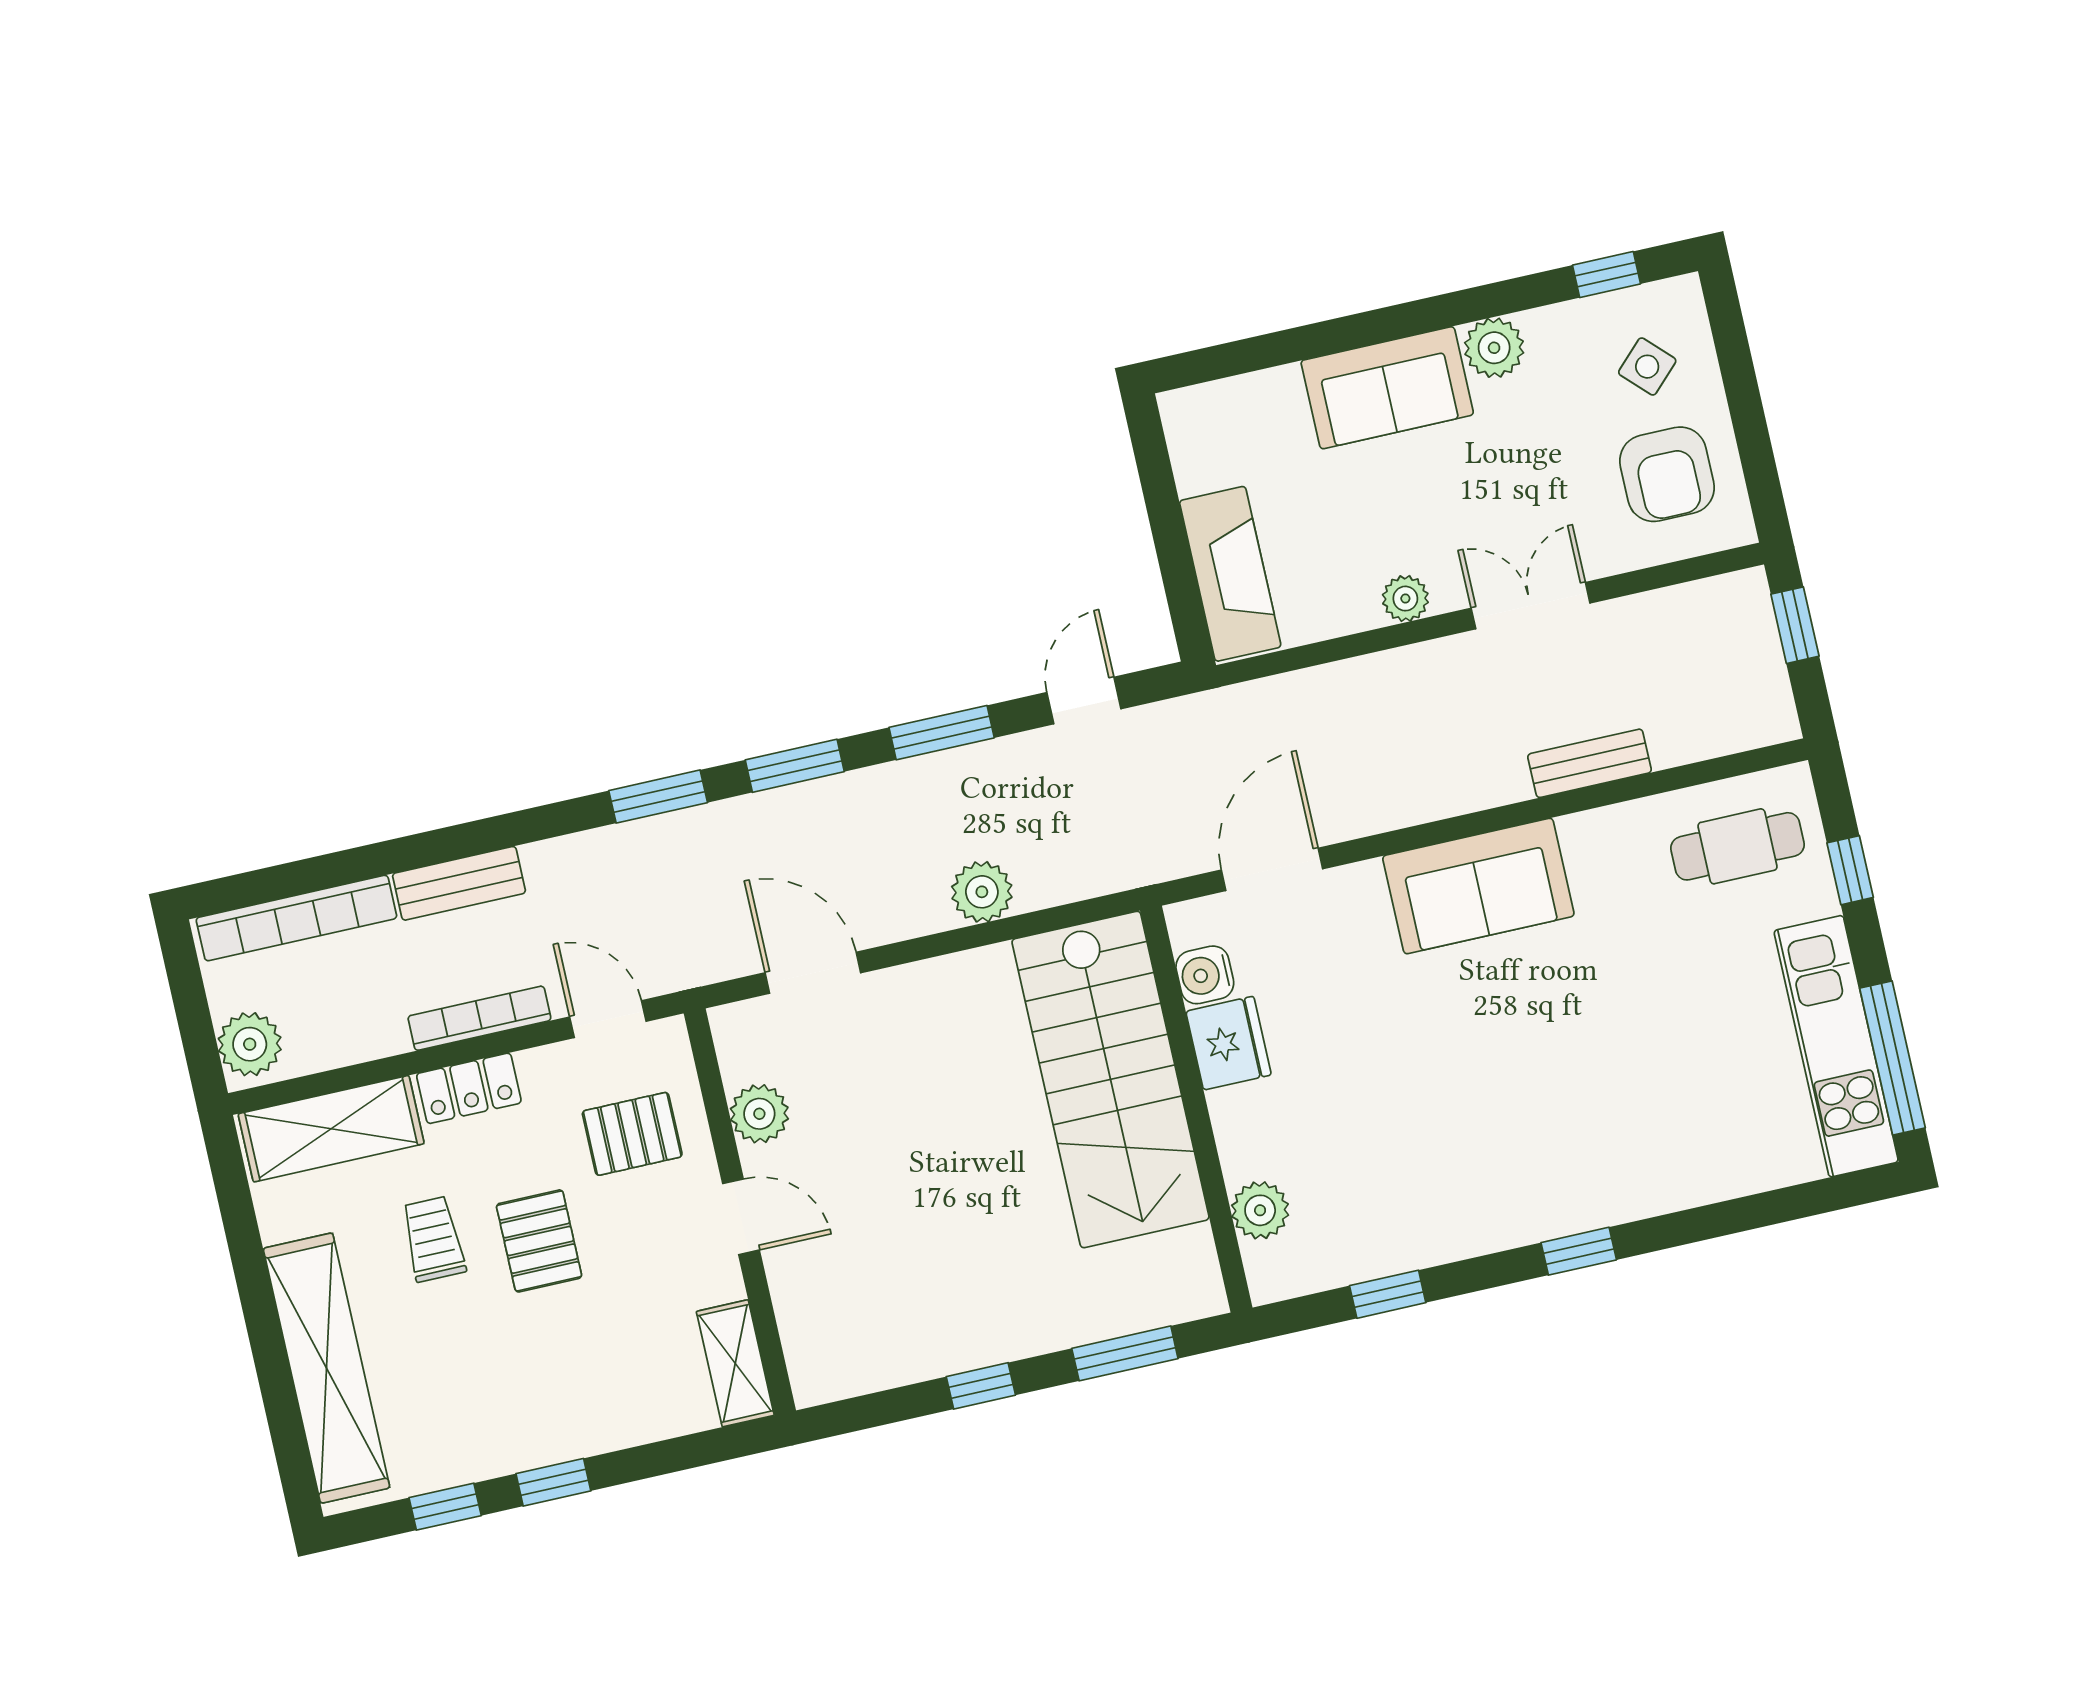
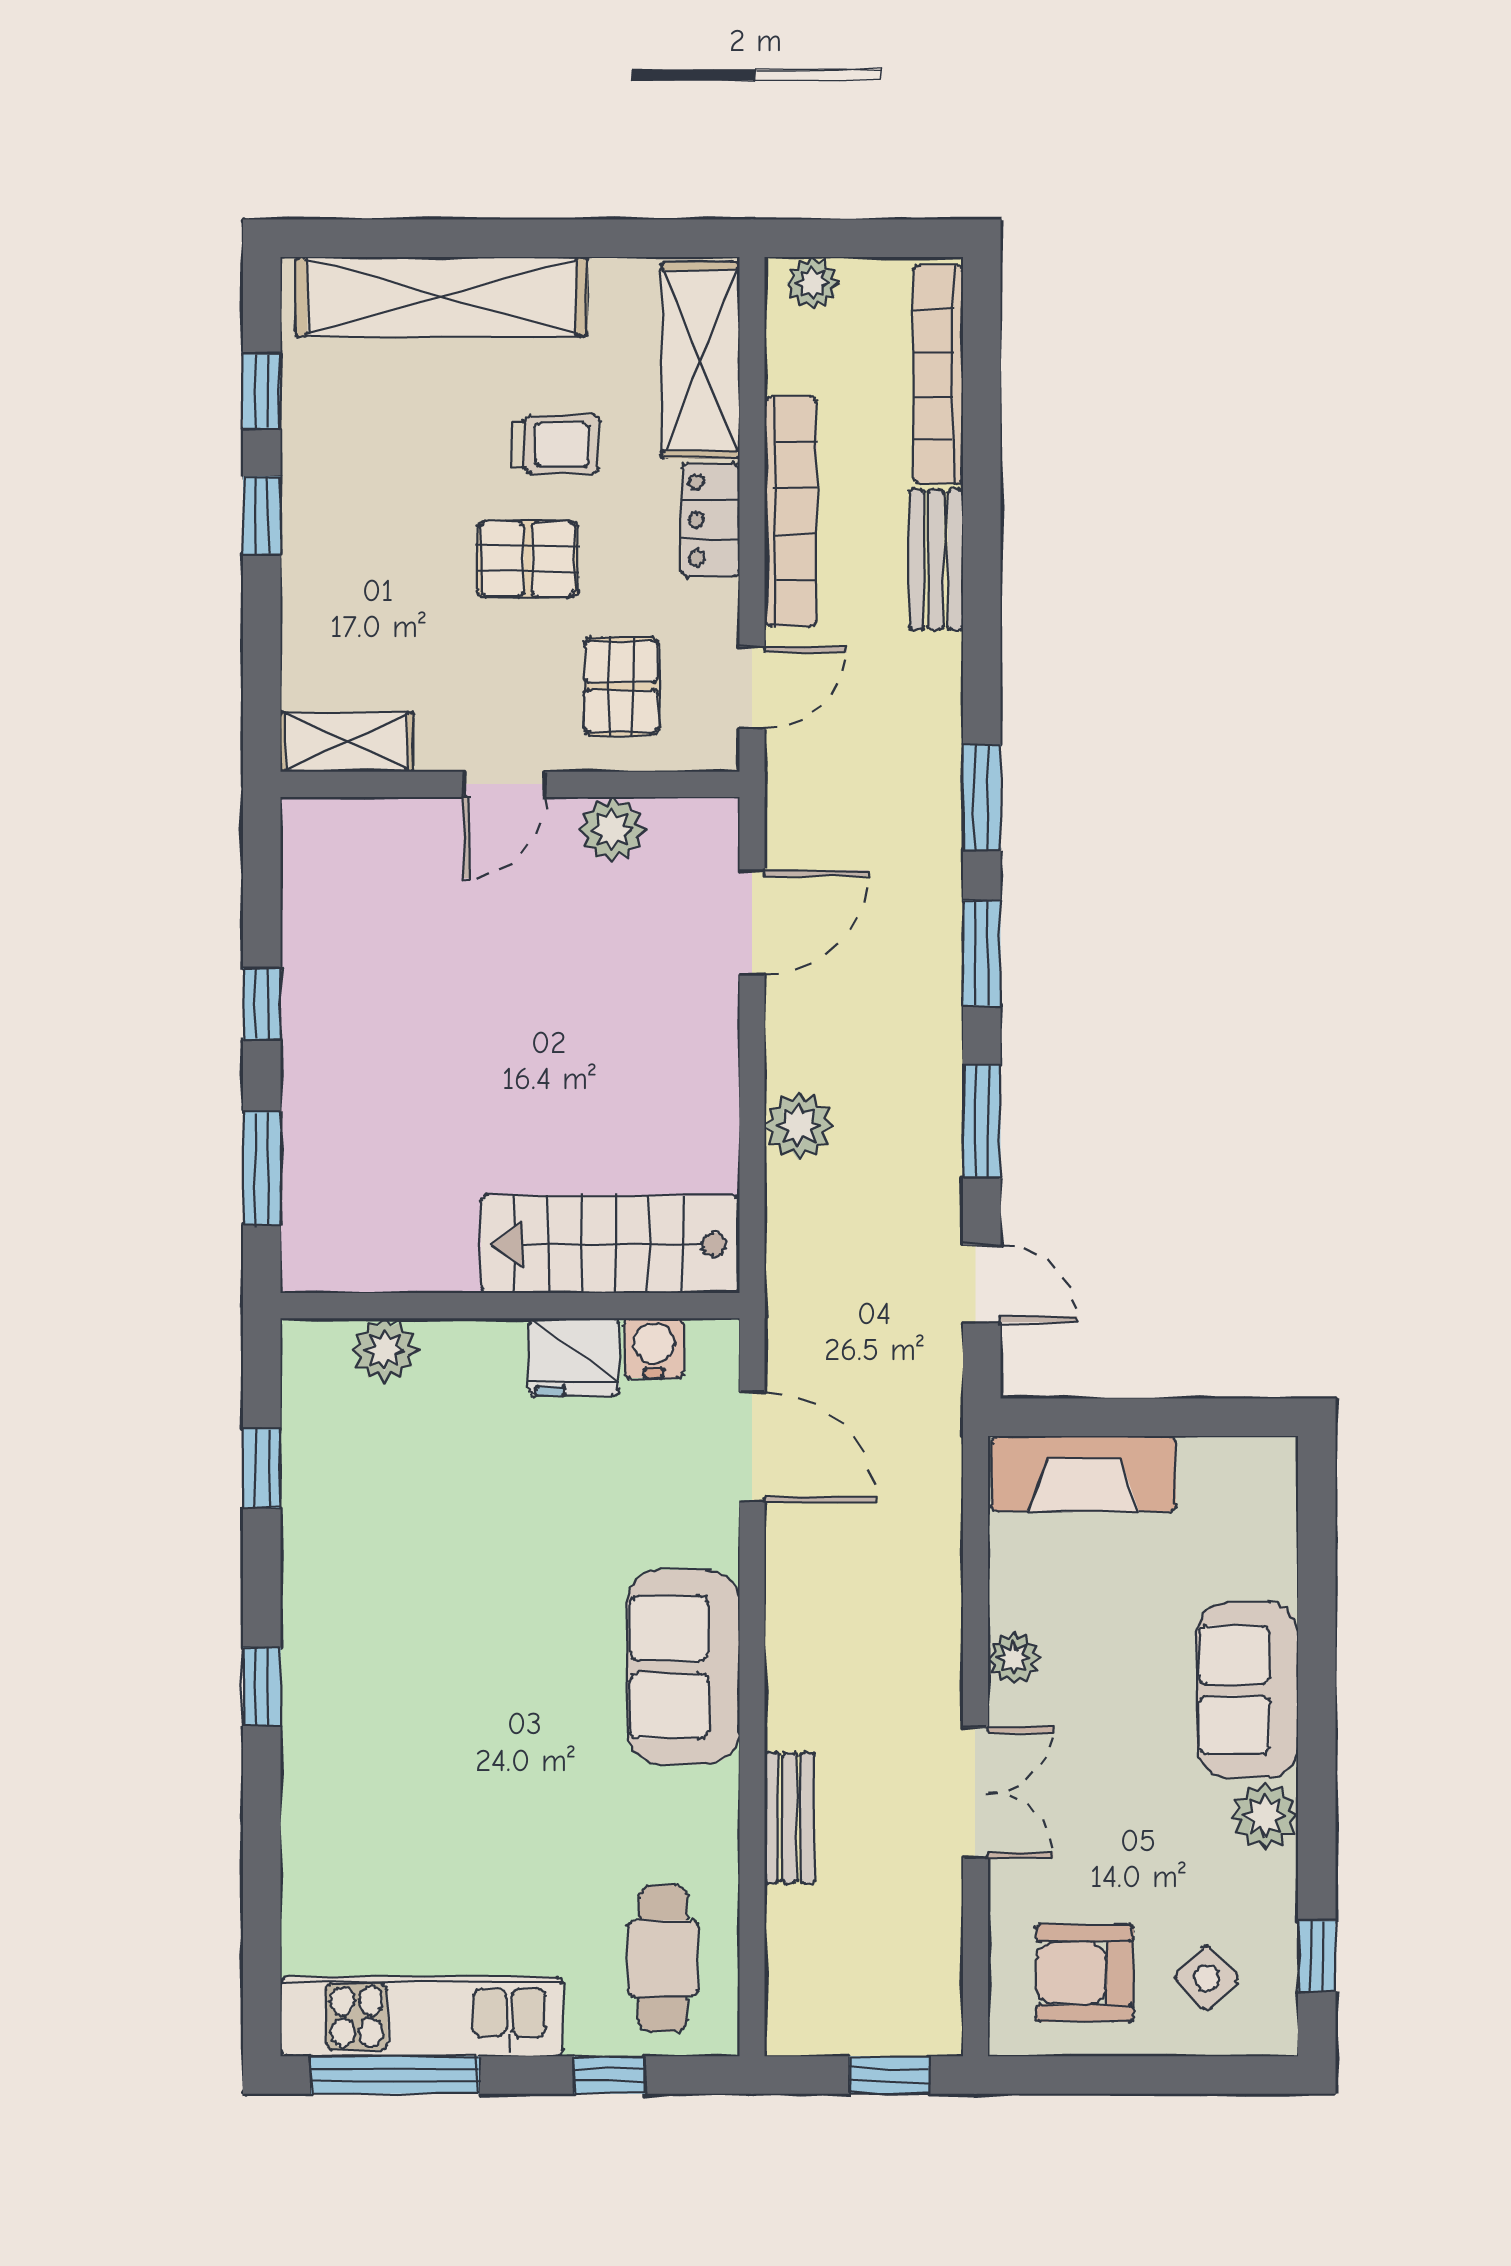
bookcase: (479, 1018) -> (791, 511), width x1.48, depth x1.31
plant: (250, 1044) -> (812, 283), width x0.73, depth x0.73
stairs: (1110, 1079) -> (610, 1244), width x0.73, depth x0.66

